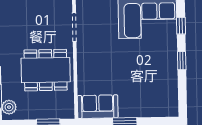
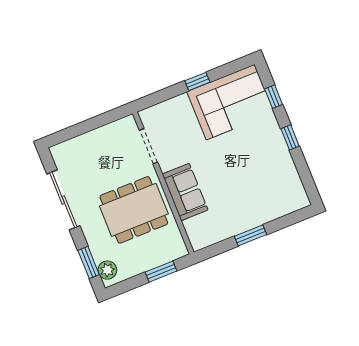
sofa: (98, 107) -> (185, 192), moved, turned 90

